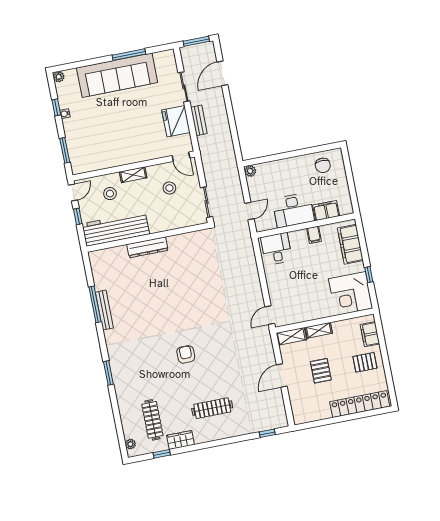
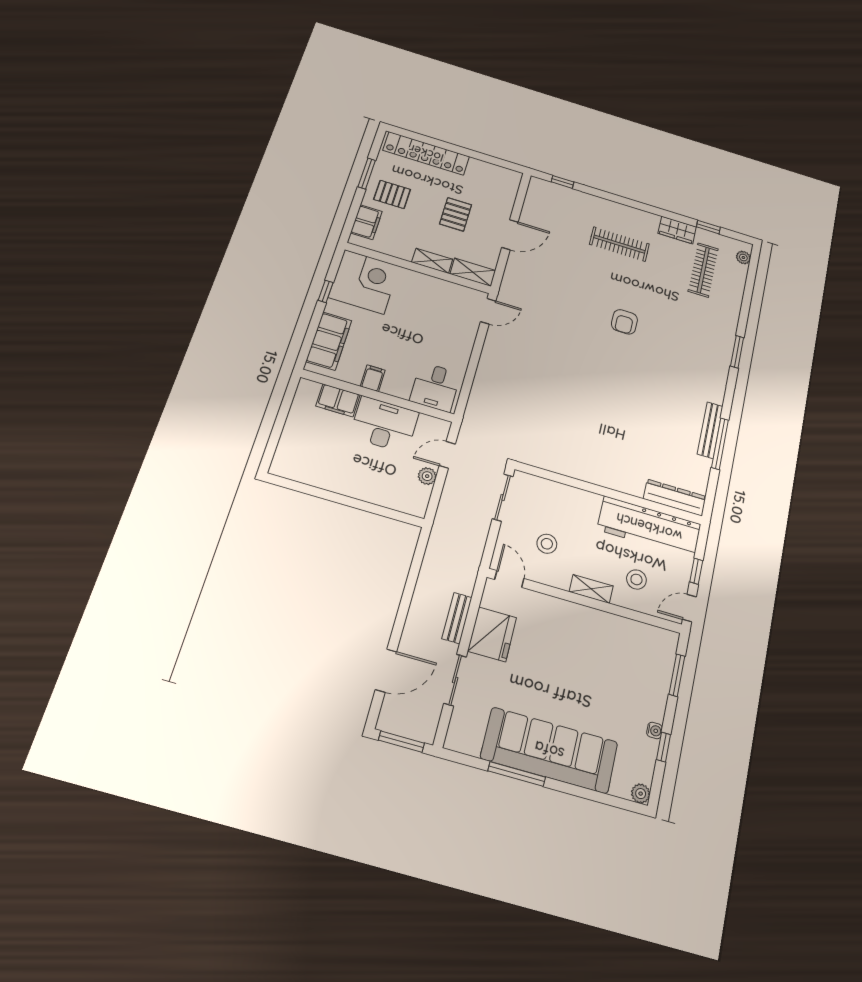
chair: (323, 165) -> (308, 462), removed
plant: (250, 171) -> (427, 476), moved
dresser: (147, 247) -> (675, 498), moved
window: (387, 368) -> (367, 174), added

